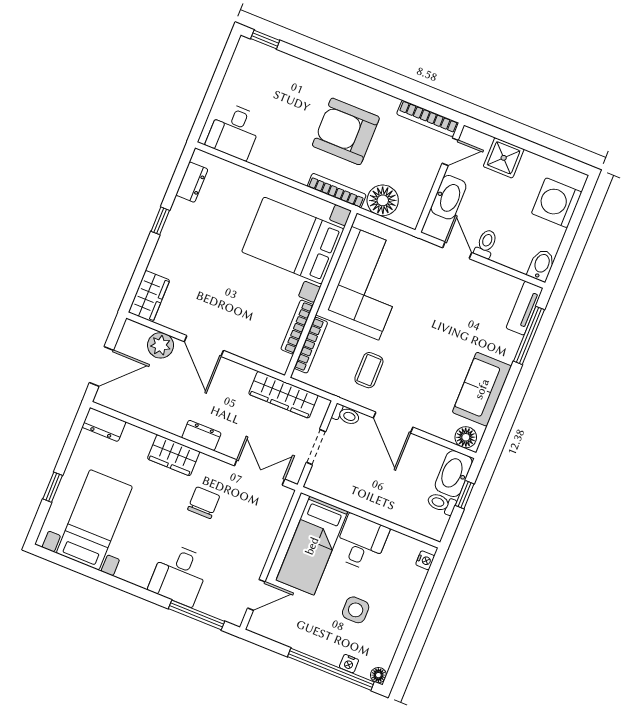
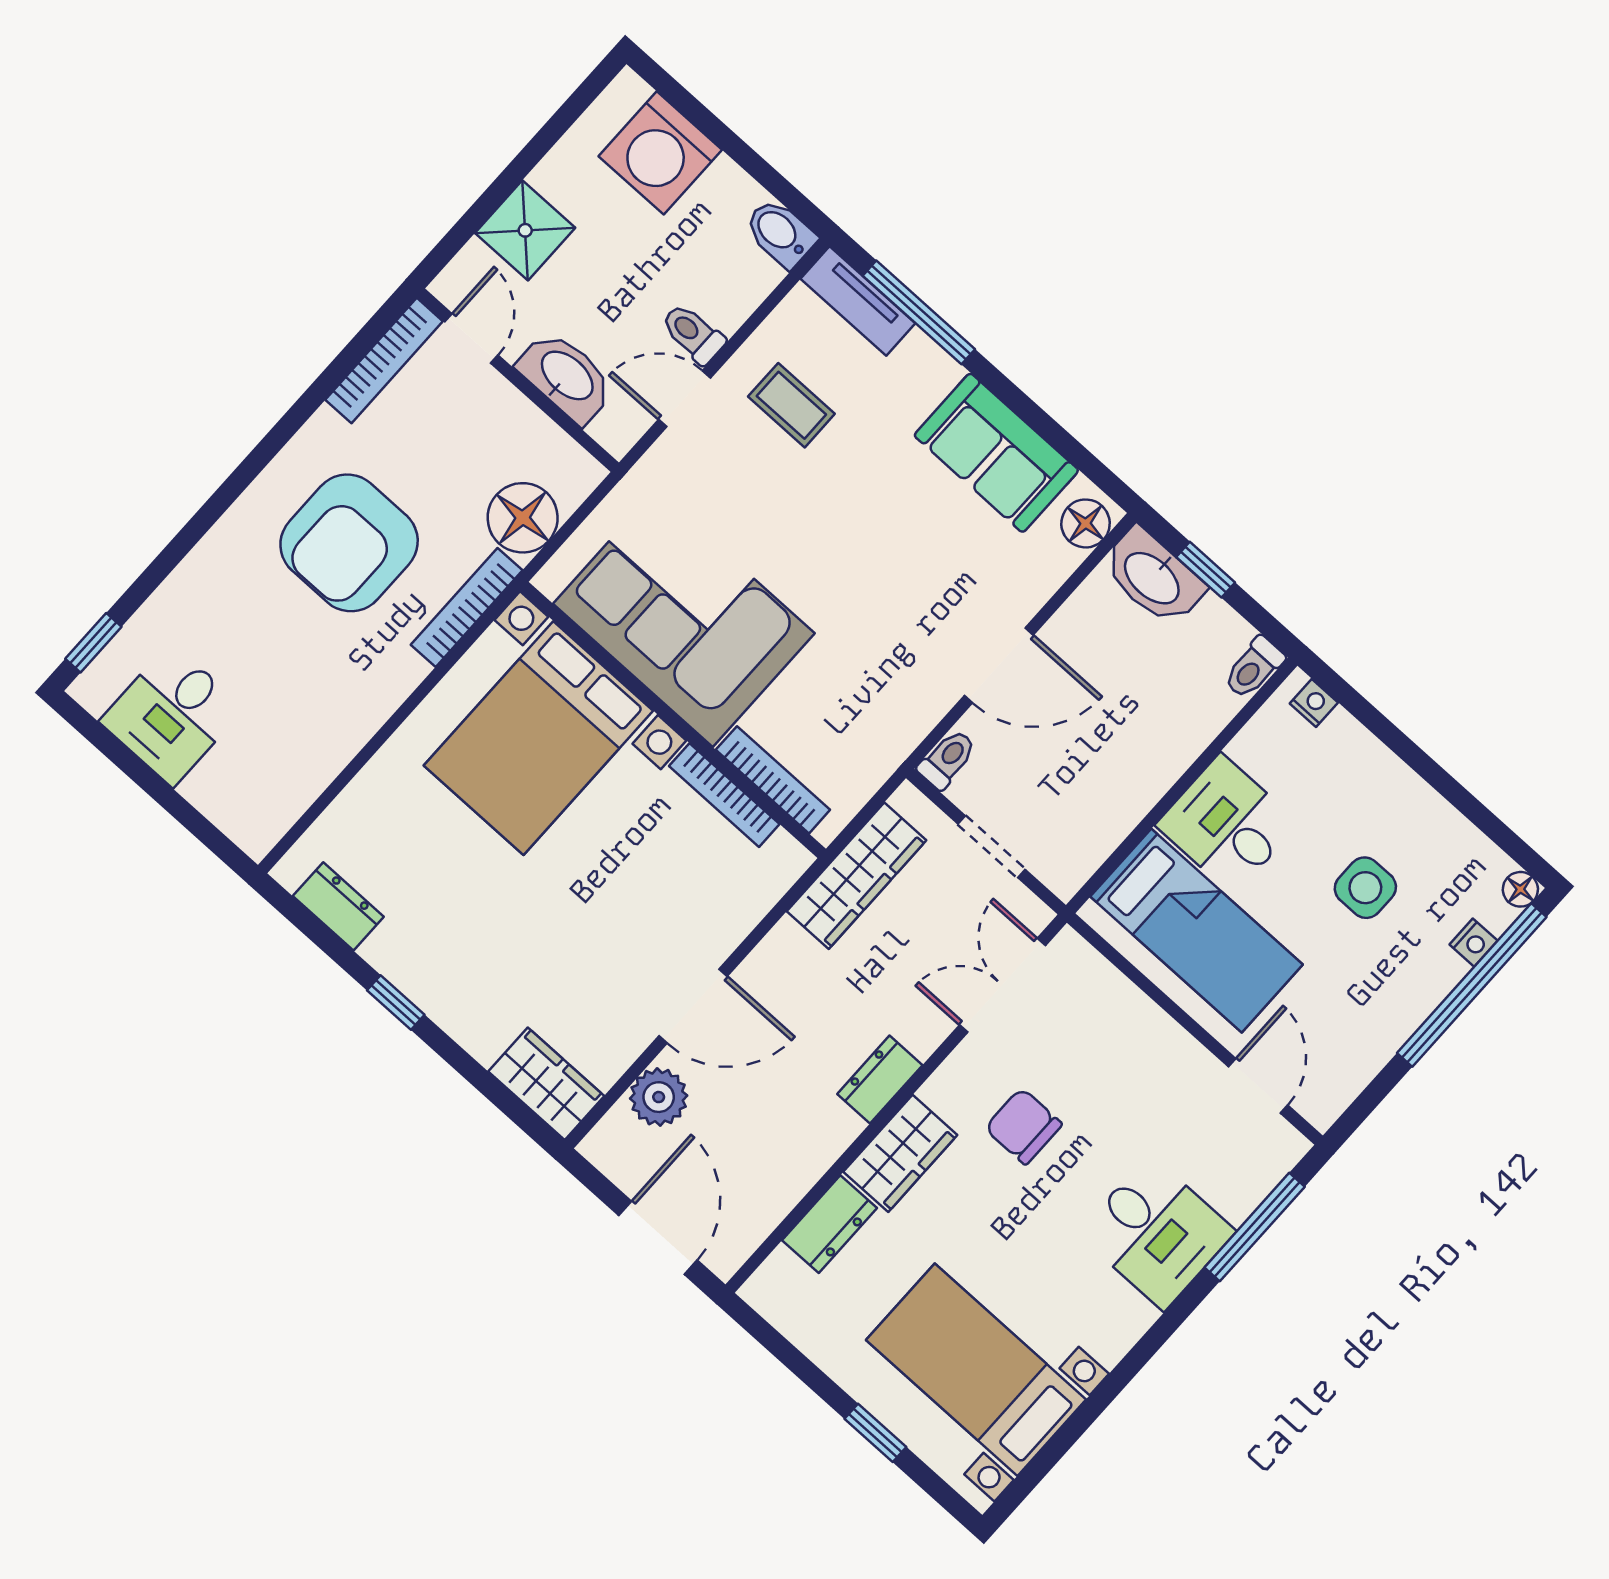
desk: (234, 131) -> (172, 715), moved, turned 90
coffee table: (369, 370) -> (791, 405), moved
dresser: (104, 424) -> (830, 1224), moved
toilet: (441, 503) -> (1254, 668), moved

